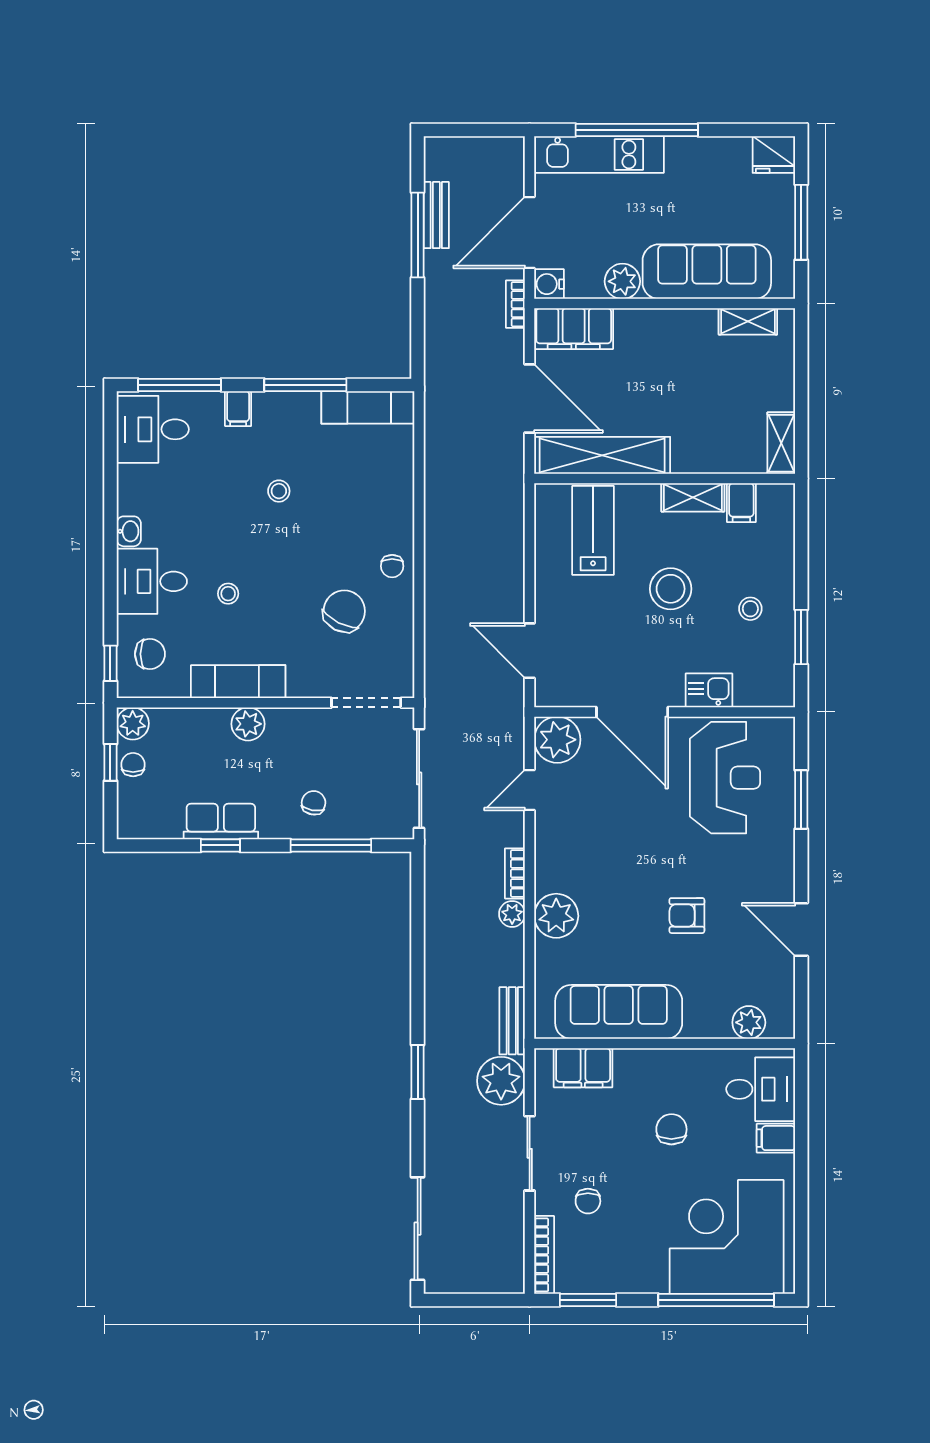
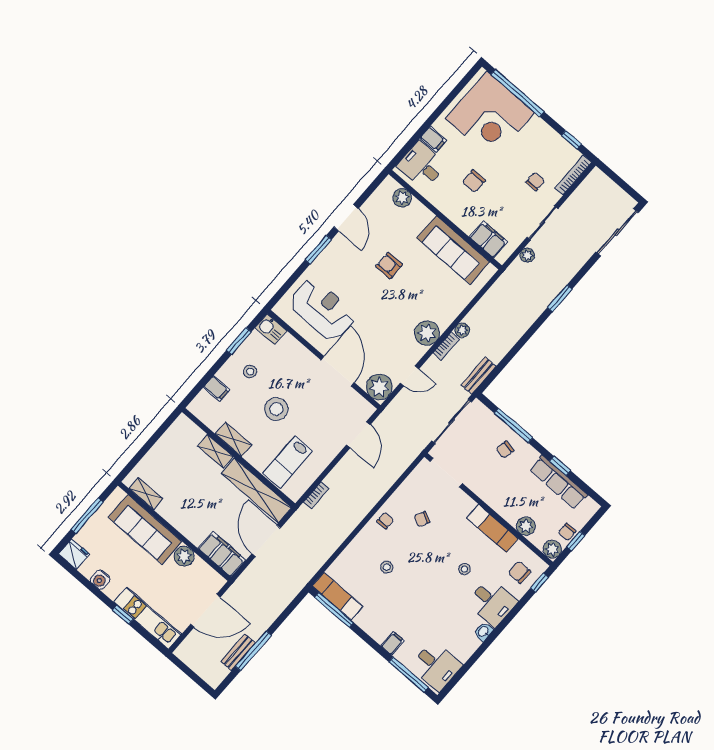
window: (637, 130) -> (123, 615), width x0.32
water cooler: (549, 284) -> (100, 580), moved, turned 90
bookcase: (515, 304) -> (316, 495), moved
window: (305, 385) -> (334, 610), moved
shelving: (781, 443) -> (215, 451), moved, turned 90
stool: (279, 491) -> (387, 567), moved
filing cabinet: (741, 503) -> (217, 388), moved, turned 90
chair: (344, 611) -> (422, 519), width x0.54, depth x0.54
kitchen sink: (709, 690) -> (271, 329), moved
plant: (248, 724) -> (526, 526), moved
reception desk: (725, 778) -> (323, 310), turned 90
window: (801, 800) -> (318, 250), moved
row of seats: (221, 822) -> (558, 482), width x1.48
plant: (556, 916) -> (427, 333), moved
armchair: (687, 916) -> (389, 266), turned 180
bench: (512, 1021) -> (479, 376), moved
plant: (501, 1081) -> (527, 255), width x0.53, depth x0.53
window: (588, 1300) -> (572, 140), width x0.67

